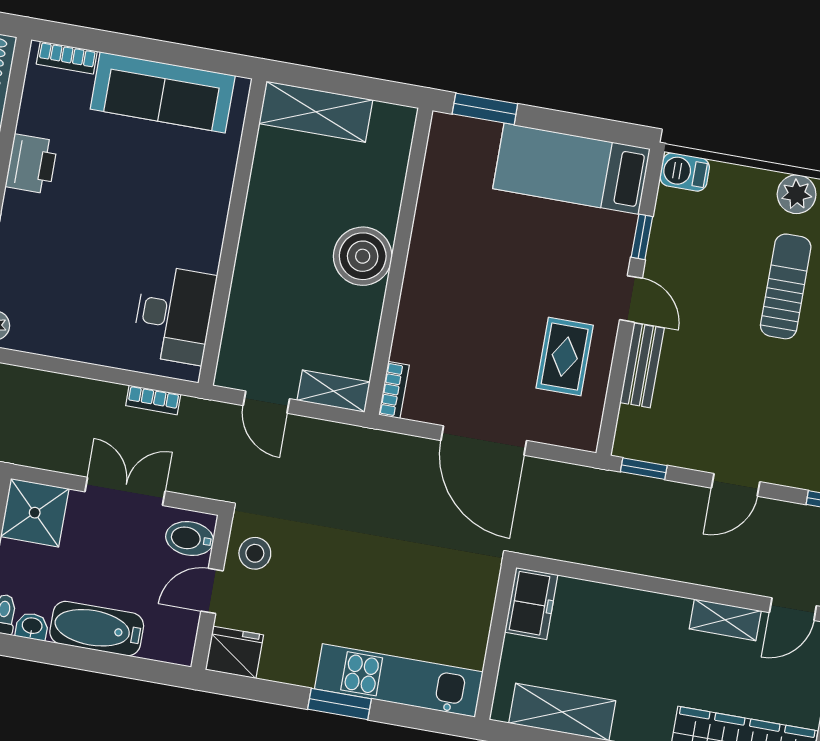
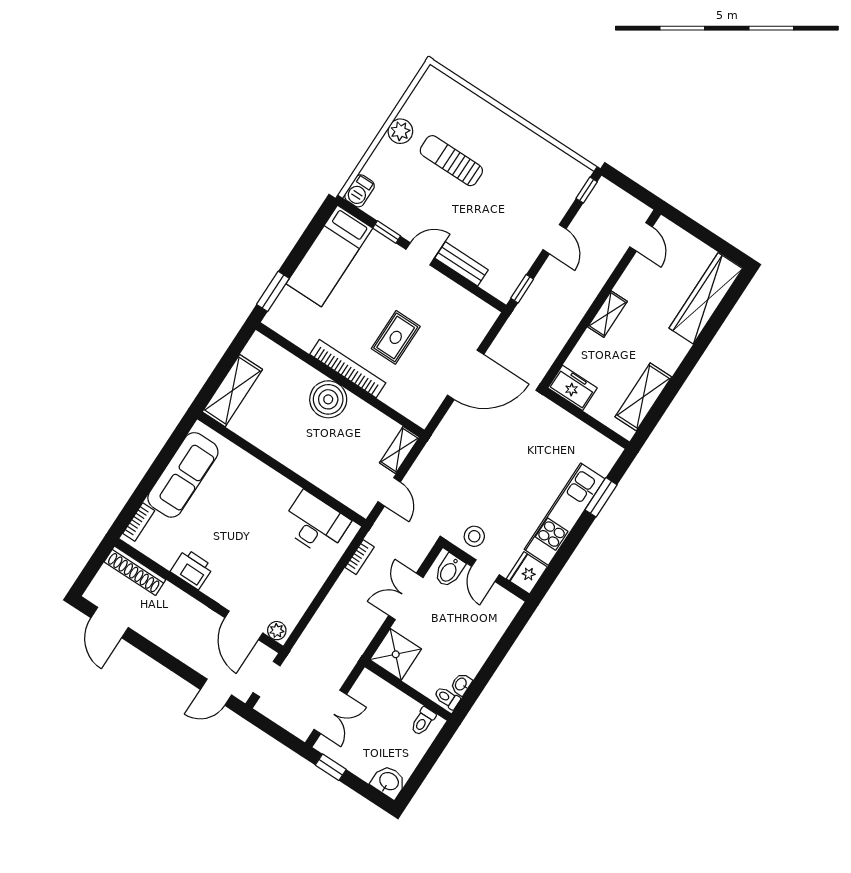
rug: (565, 357) -> (396, 337), moved, turned 90
bookcase: (394, 390) -> (348, 369), moved, width x2.31, depth x1.31
door: (266, 402) -> (389, 492), hinge flipped
shelving: (725, 620) -> (607, 314), moved
bathtub: (97, 629) -> (479, 647), removed
kitchen unit: (399, 680) -> (565, 514), moved
window: (339, 704) -> (601, 497), moved

